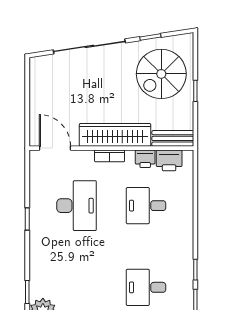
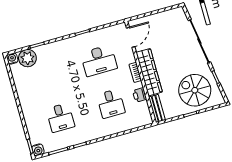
printer: (169, 160) -> (143, 110), removed
desk: (146, 206) -> (111, 104), turned 180
desk: (146, 287) -> (60, 118), turned 180

